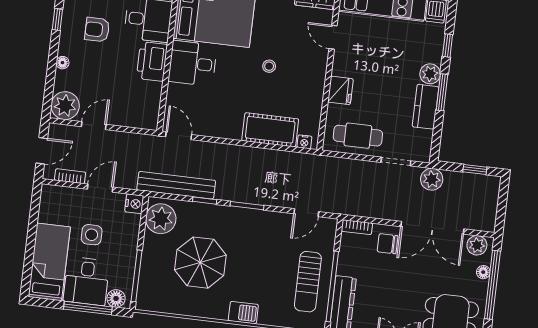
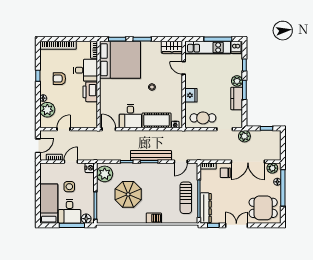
desk: (193, 63) -> (130, 116), moved, turned -90
plant: (65, 106) -> (47, 110), moved
bench: (176, 185) -> (151, 155), moved

